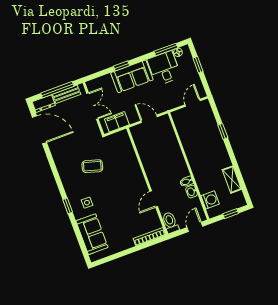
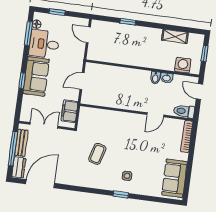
door: (154, 199) -> (155, 115), hinge flipped
sofa: (92, 234) -> (175, 178), moved, turned -90

